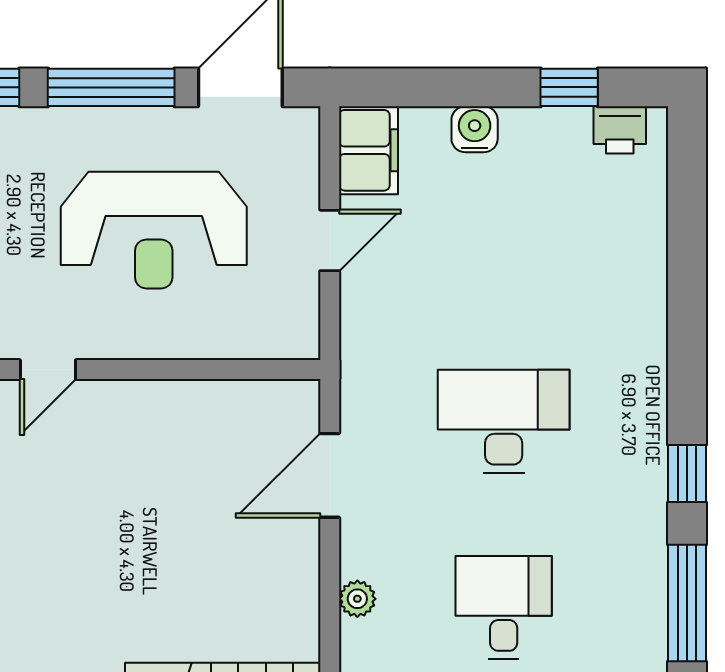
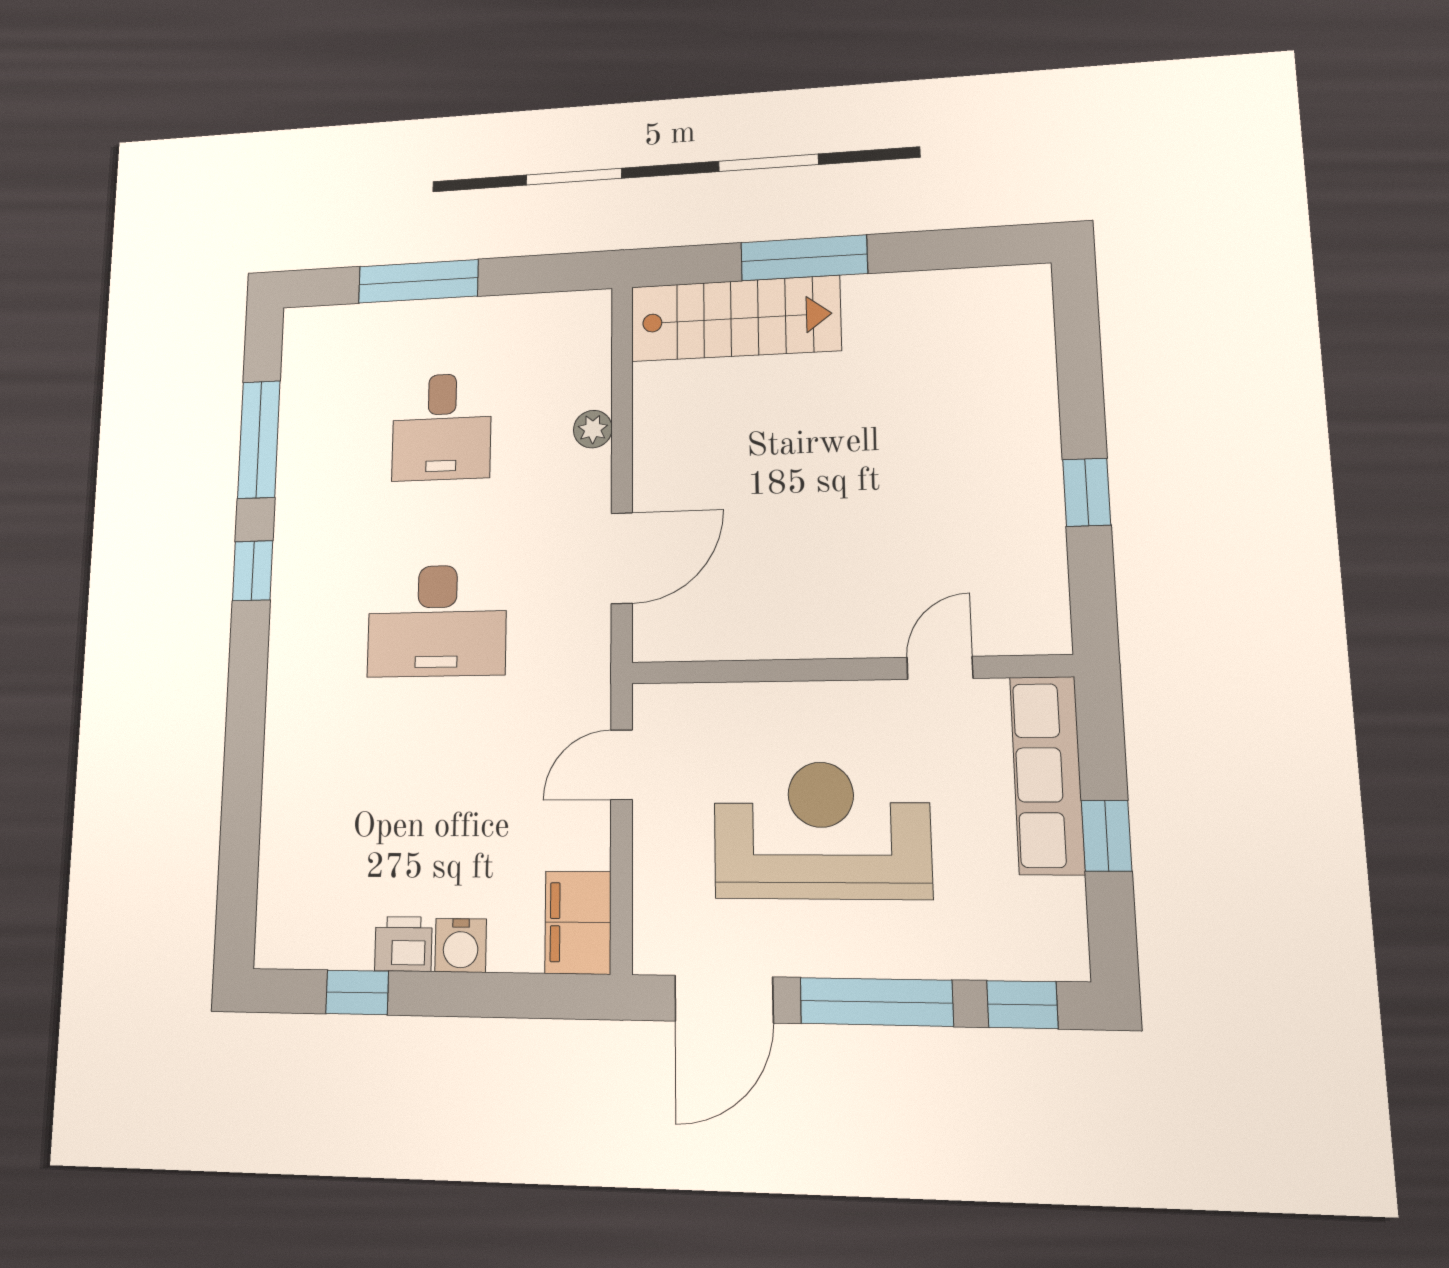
printer: (620, 130) -> (403, 944), moved
door: (330, 240) -> (622, 765), moved

